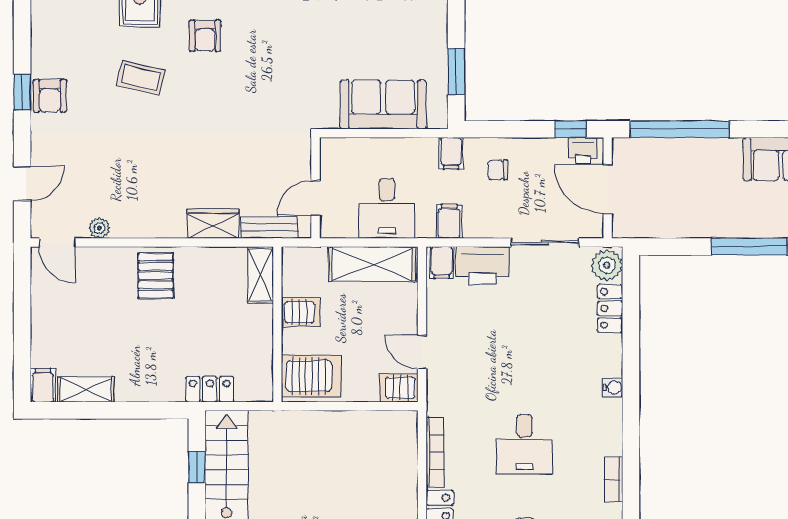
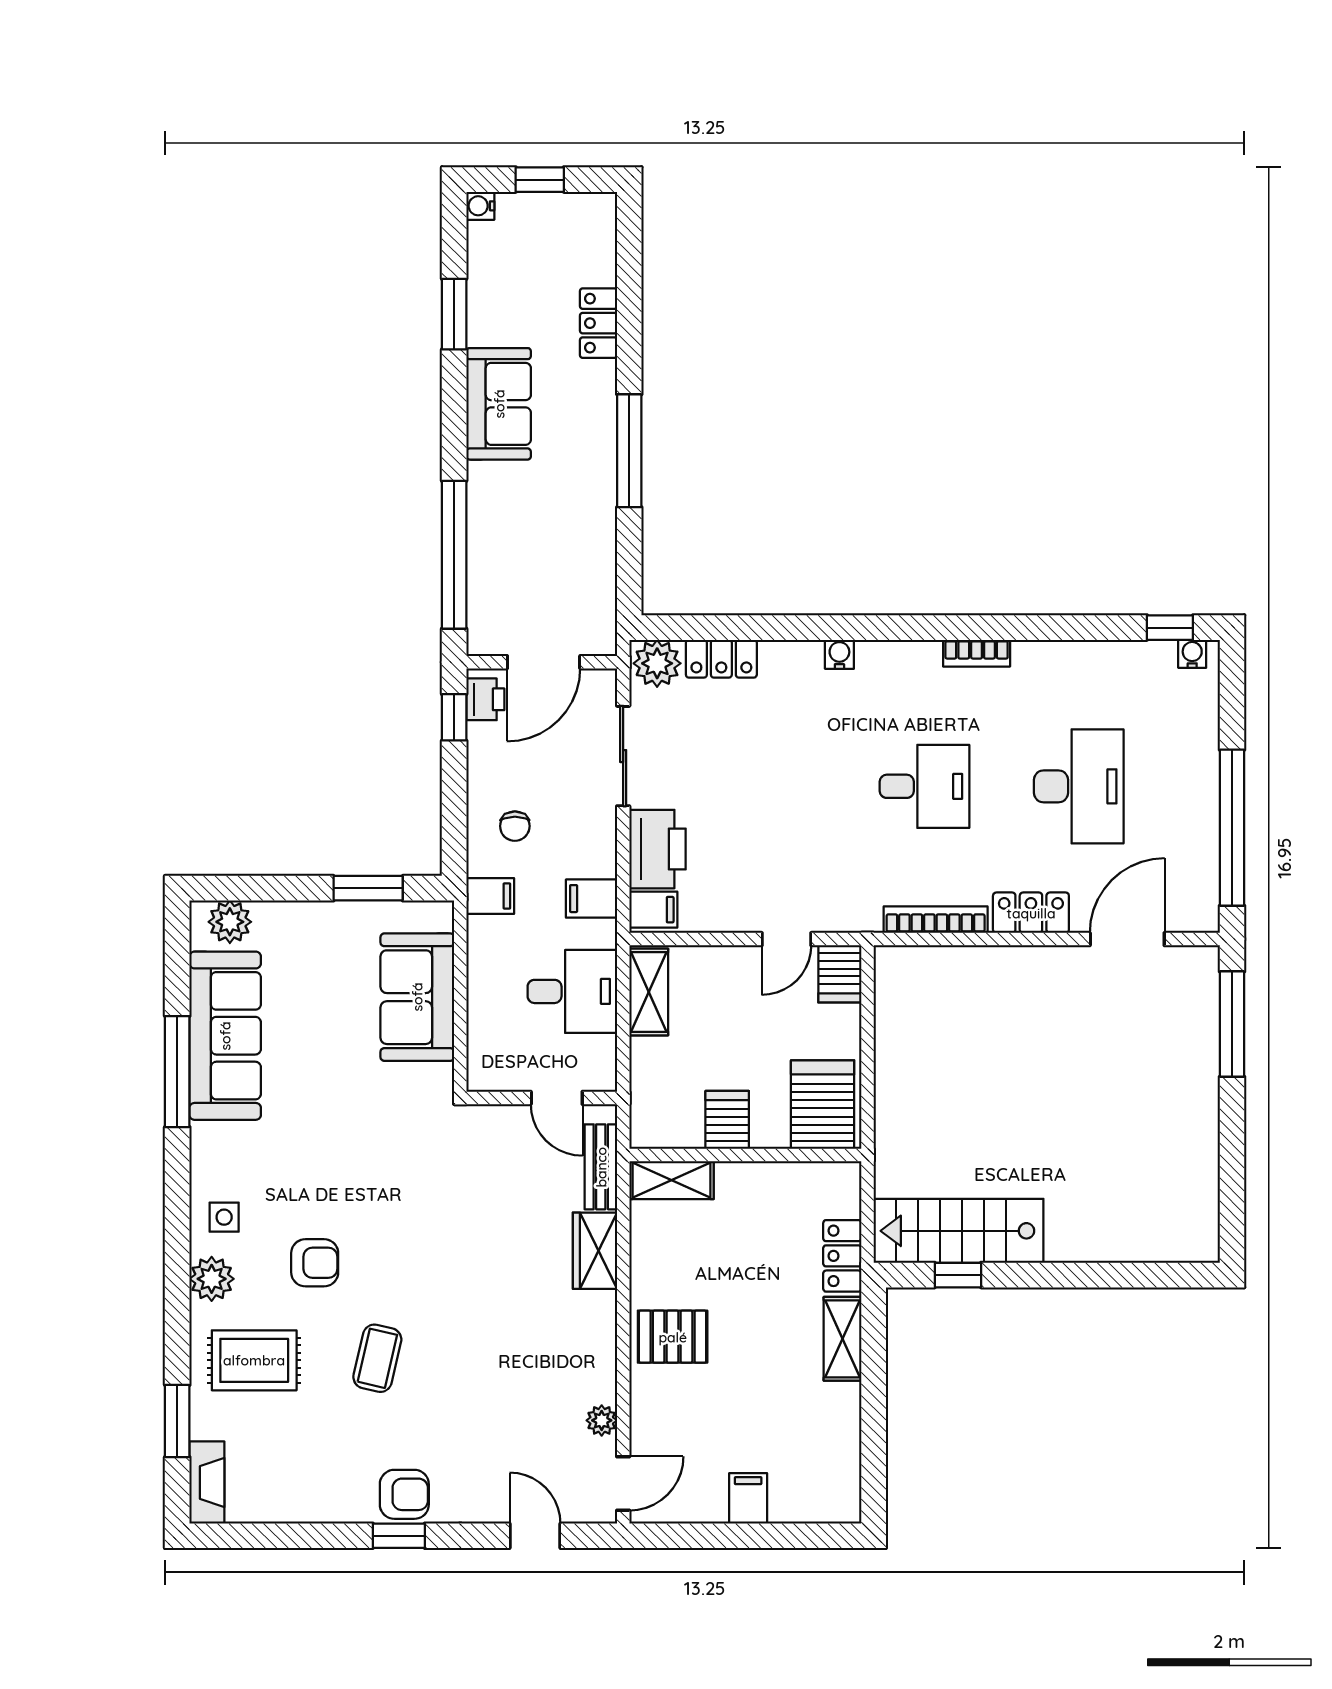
shelving: (372, 264) -> (649, 992), width x0.67, depth x0.75
filing cabinet: (43, 385) -> (748, 1498), moved, turned 90
shelving: (86, 390) -> (843, 1339), moved

